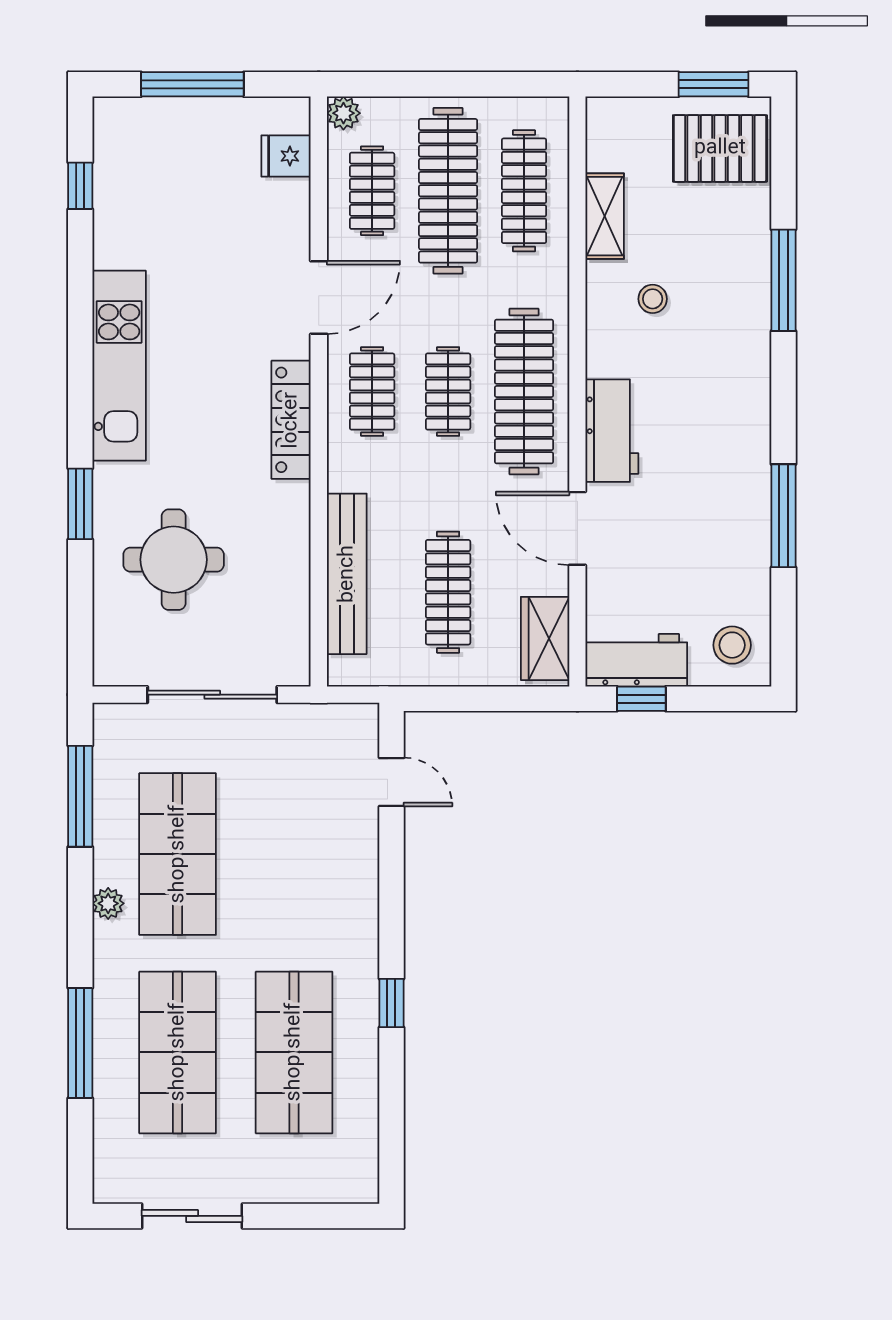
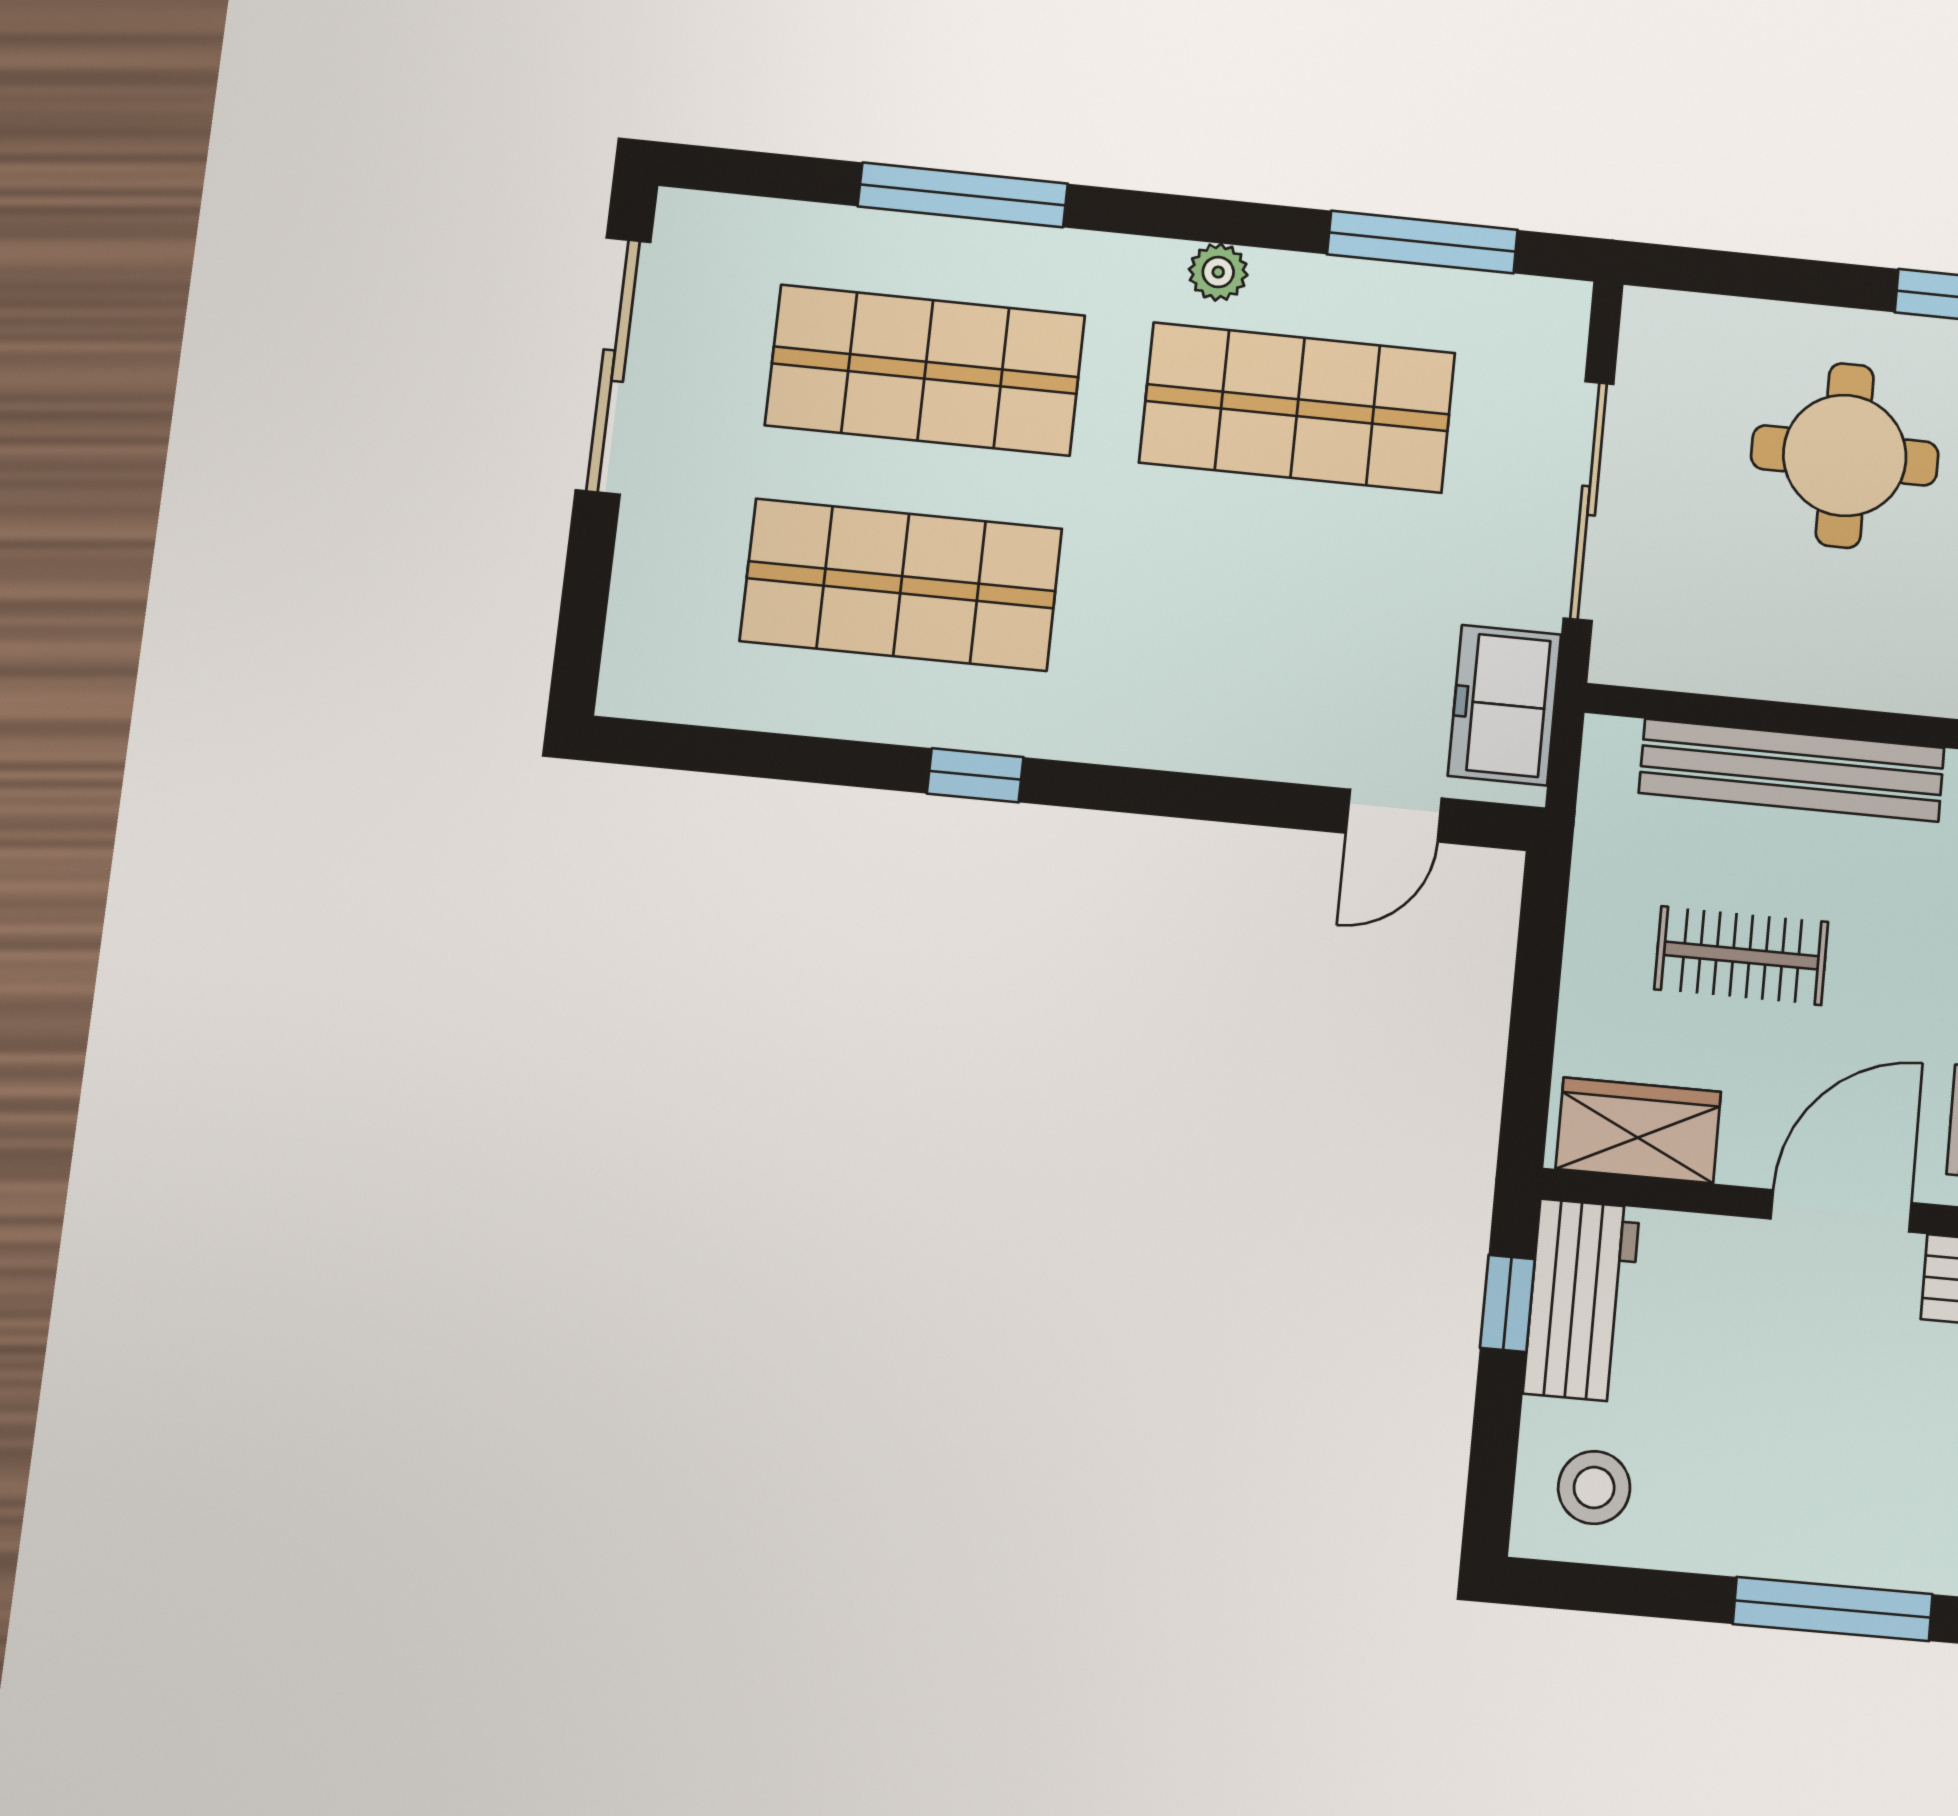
clothes rail: (448, 592) -> (1741, 956), width x0.73
freezer: (327, 729) -> (1505, 705), added
sliding door: (192, 1216) -> (613, 366), width x1.37

